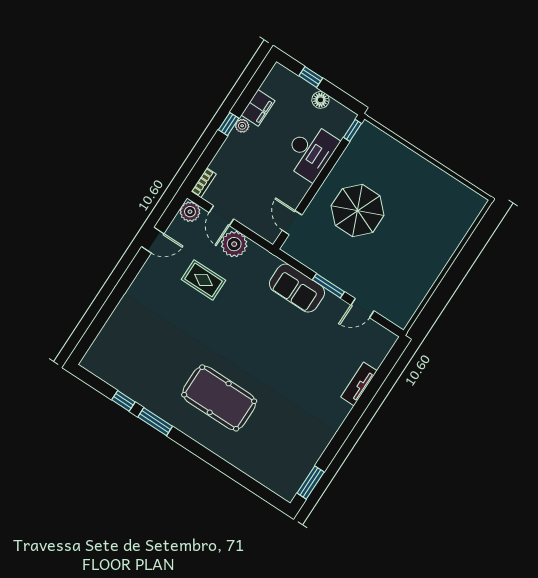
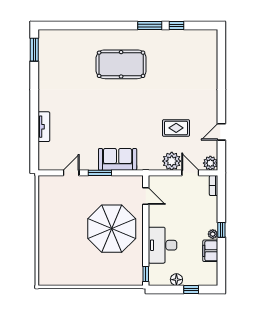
parasol: (358, 211) -> (112, 229), width x1.36, depth x1.36

